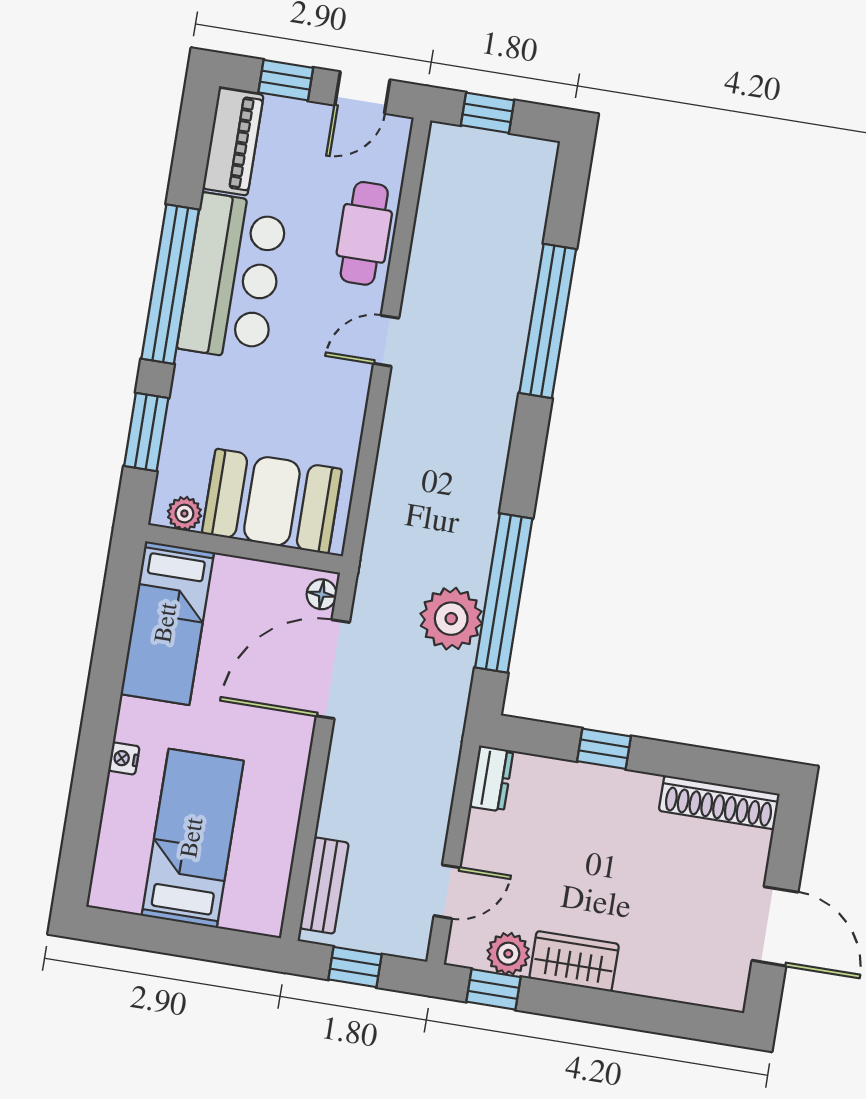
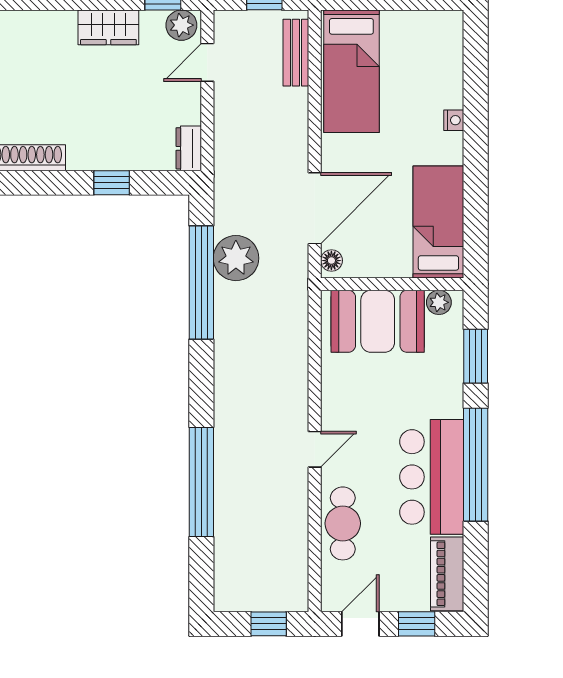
bed: (193, 838) -> (351, 71), moved
plant: (508, 954) -> (181, 25), moved

